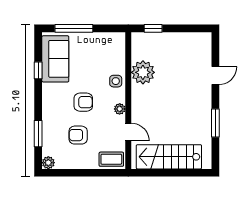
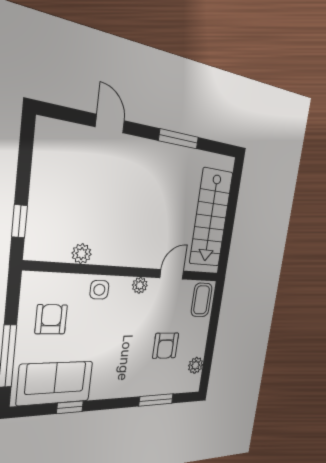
plant: (143, 72) -> (82, 254), width x0.53, depth x0.53
armchair: (83, 102) -> (51, 319), moved
plant: (48, 163) -> (196, 365), moved

